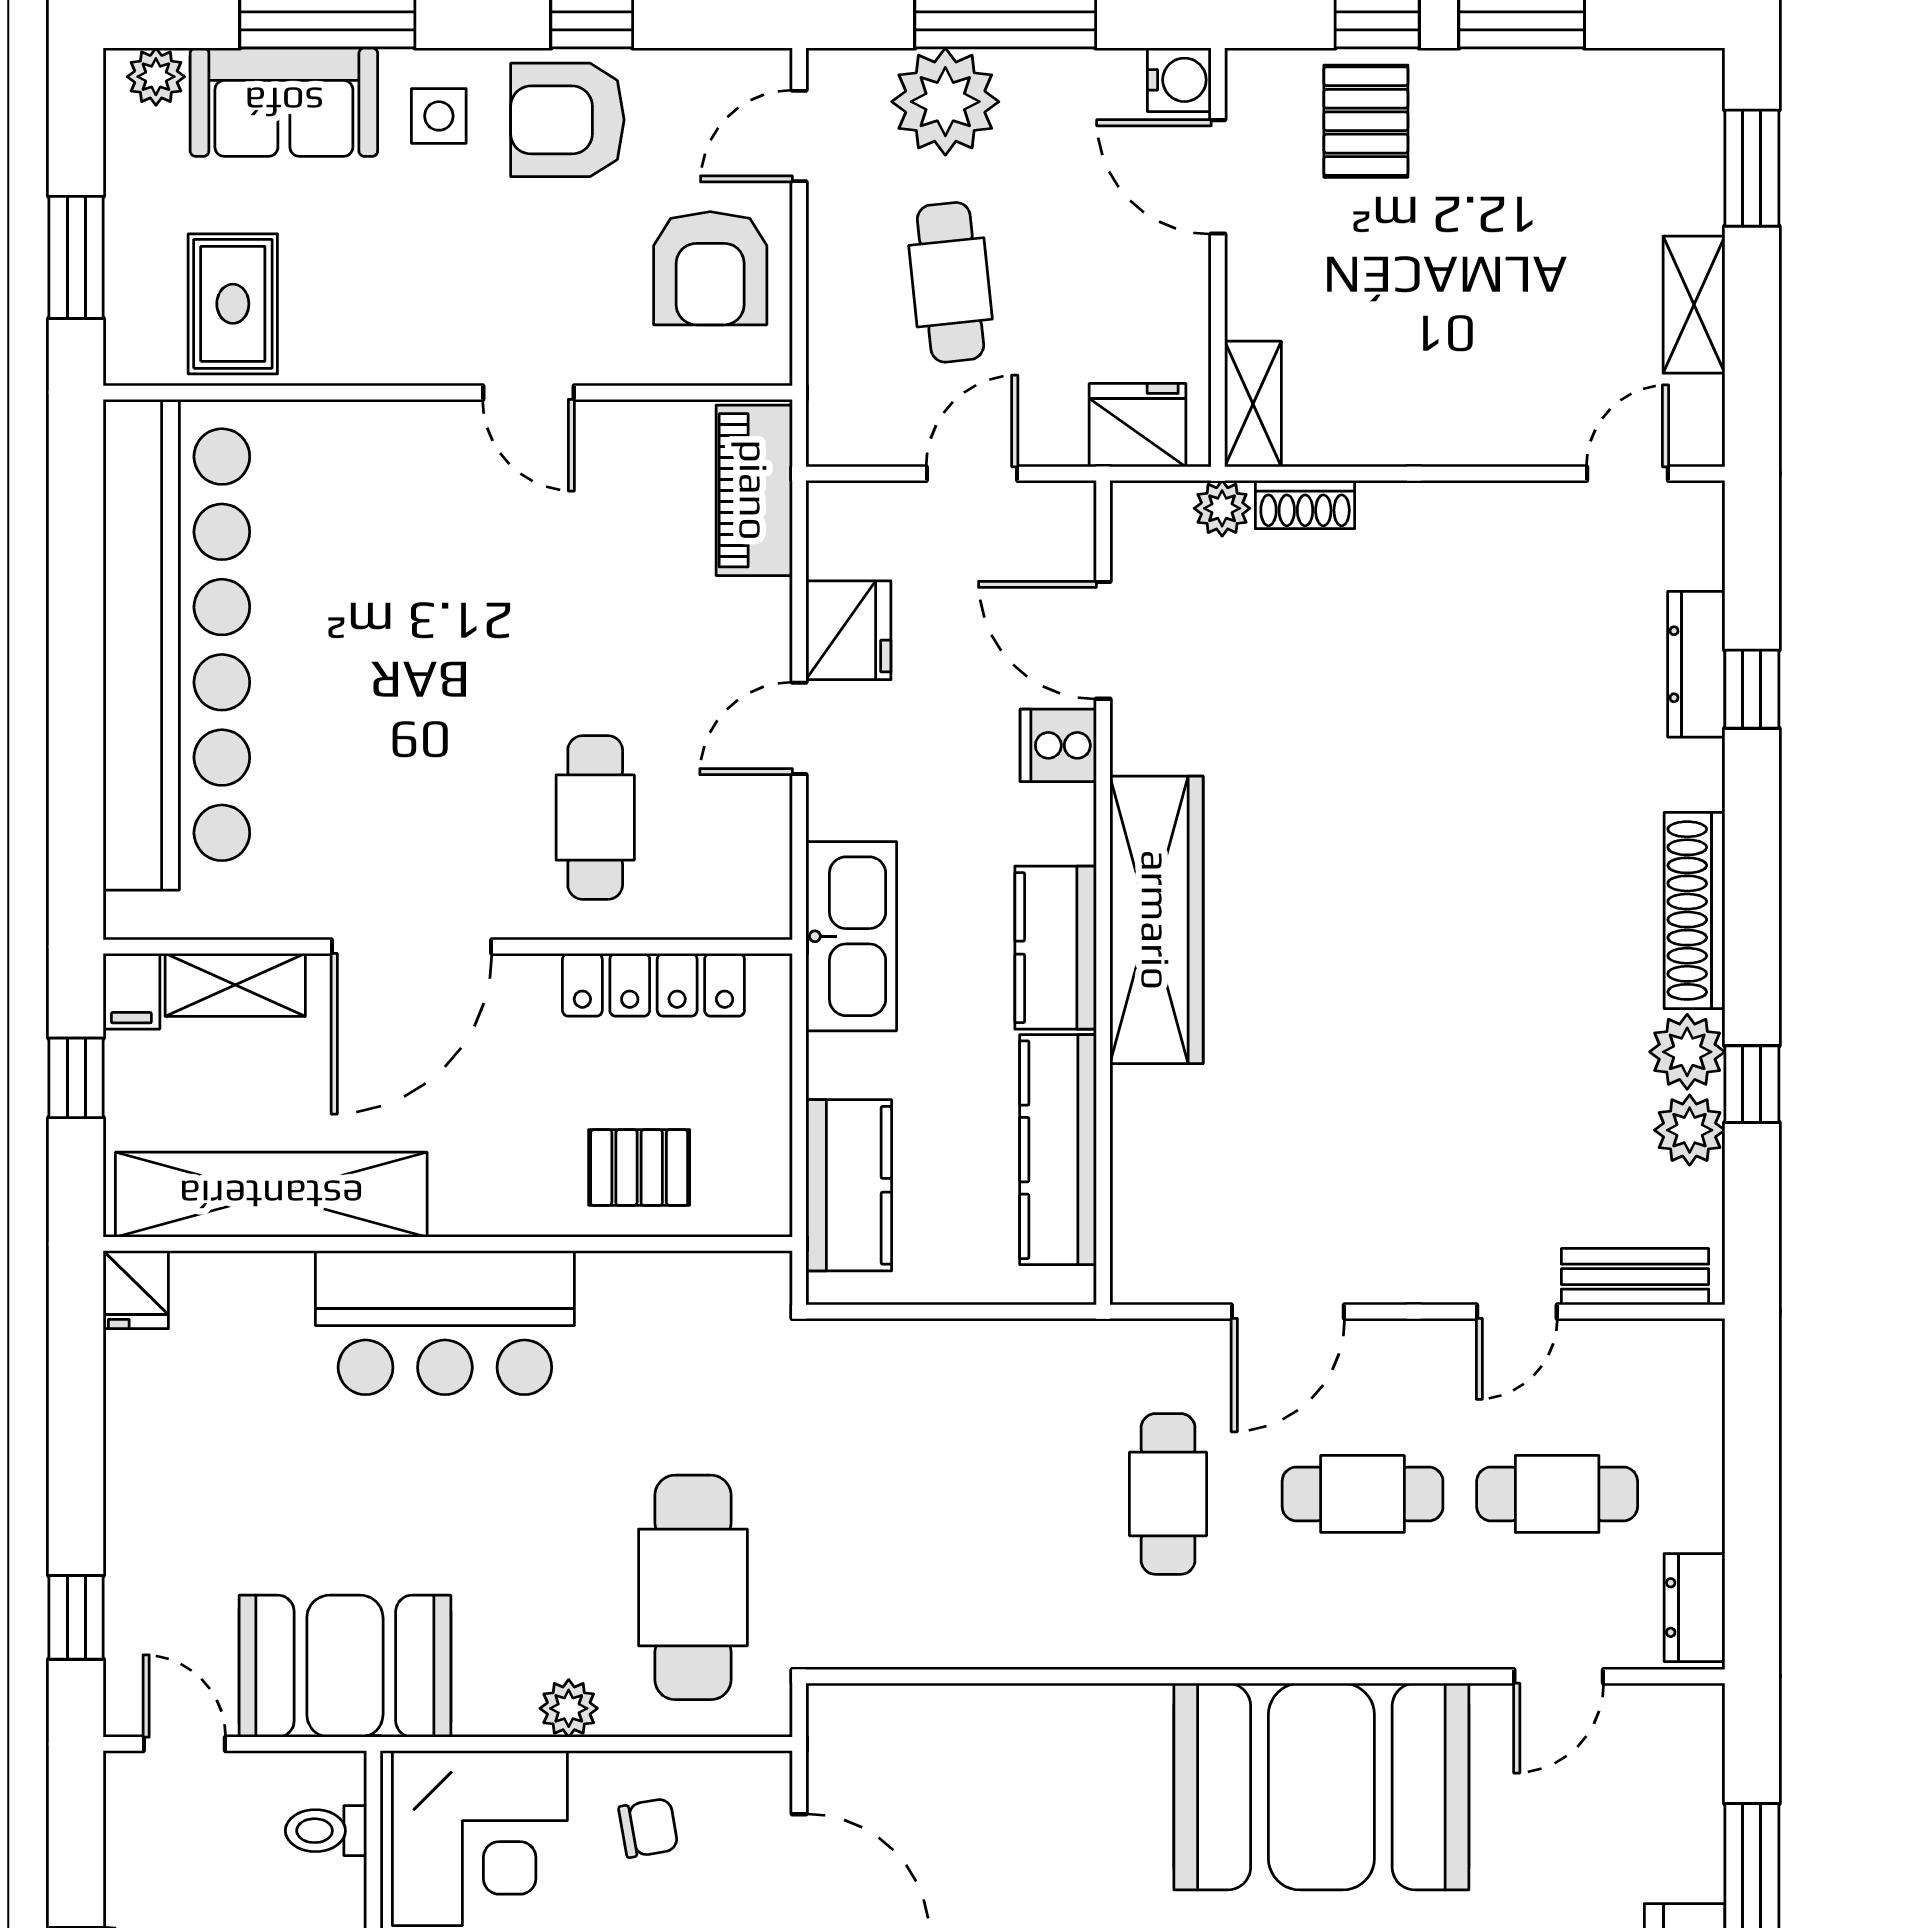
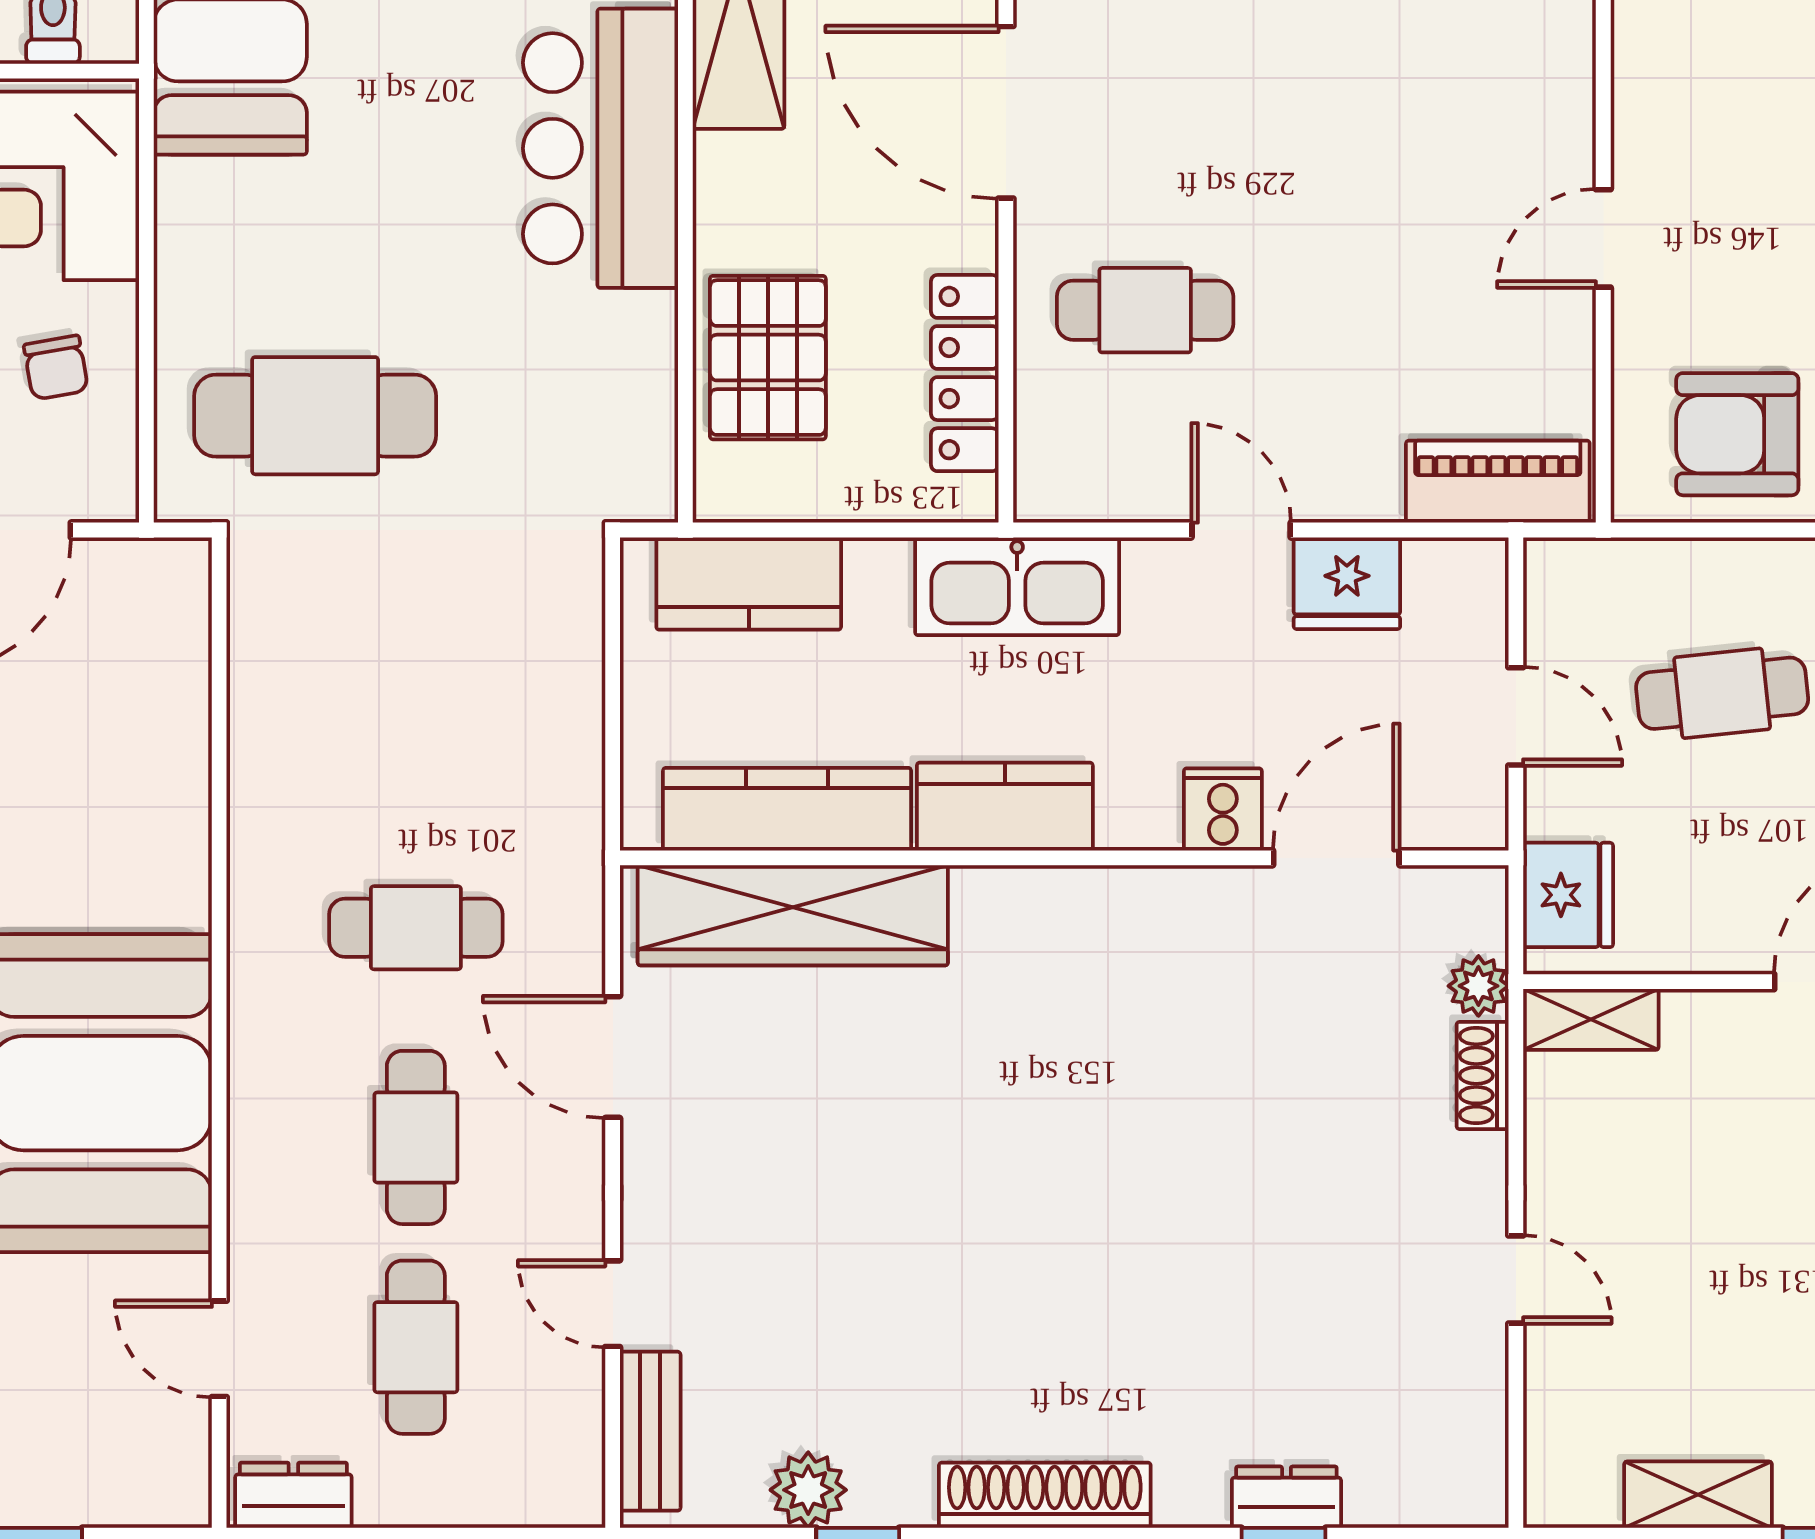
door: (1627, 474) -> (1516, 1279), moved
dresser: (1696, 664) -> (1286, 1497), width x0.70
wardrobe: (1156, 920) -> (793, 915), moved
plant: (1687, 1052) -> (893, 1487), removed
pallet: (639, 1167) -> (768, 358), width x1.50, depth x1.42
plant: (569, 1708) -> (185, 282), removed

